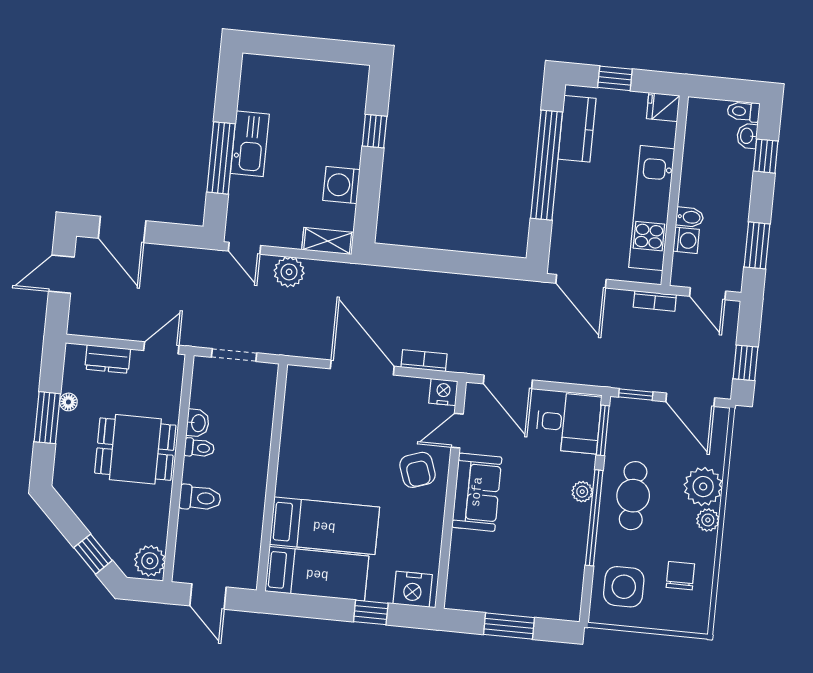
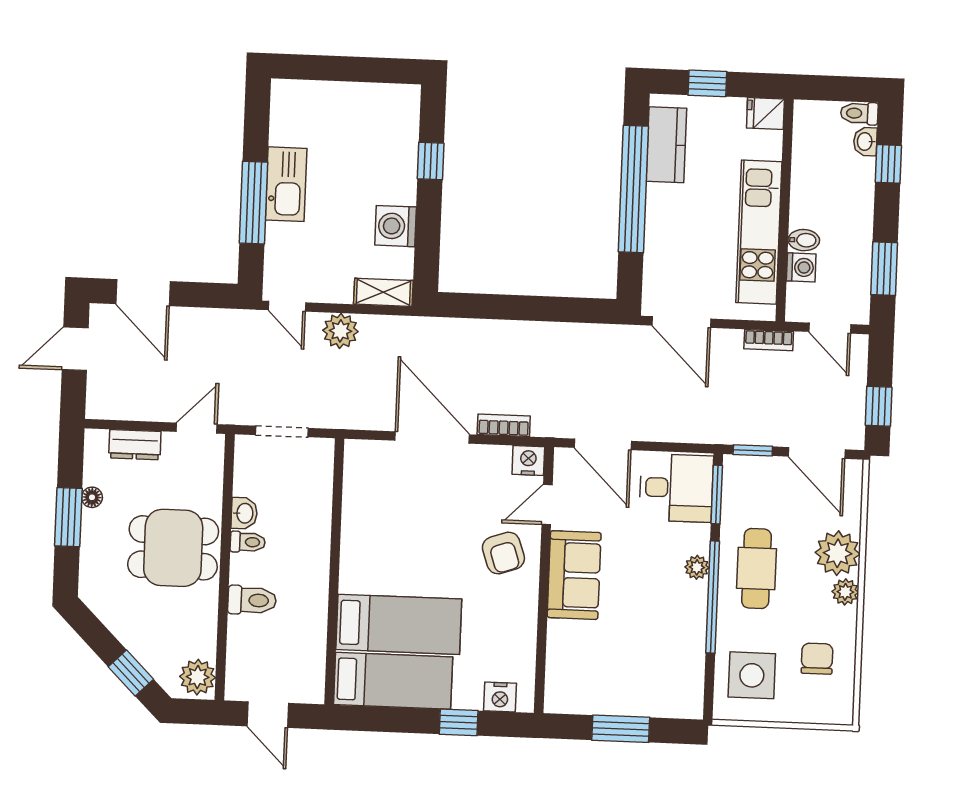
nightstand: (413, 589) -> (500, 697), width x0.74, depth x0.75

